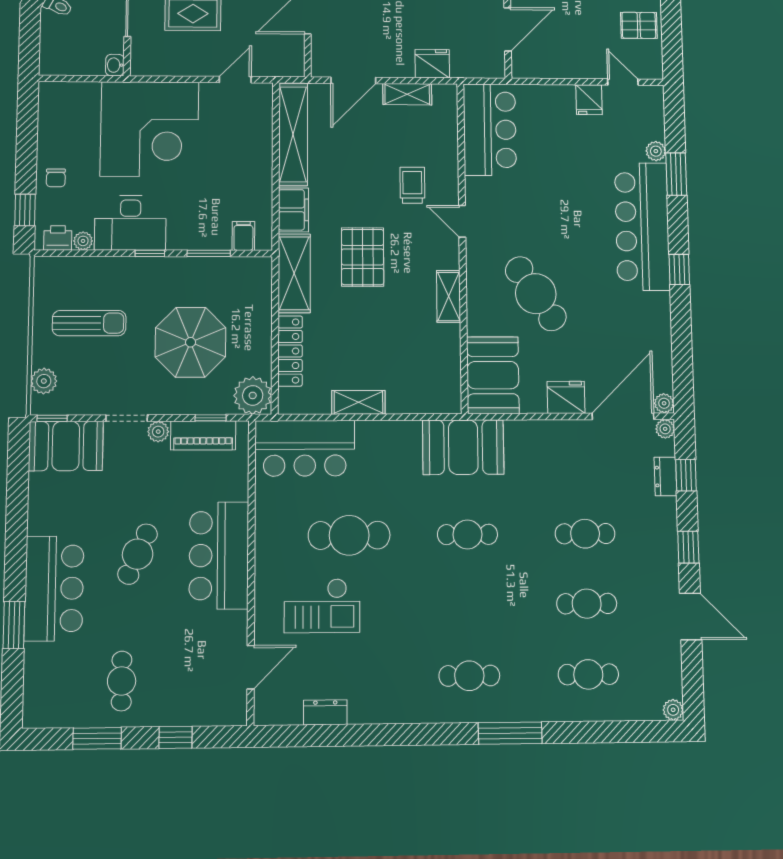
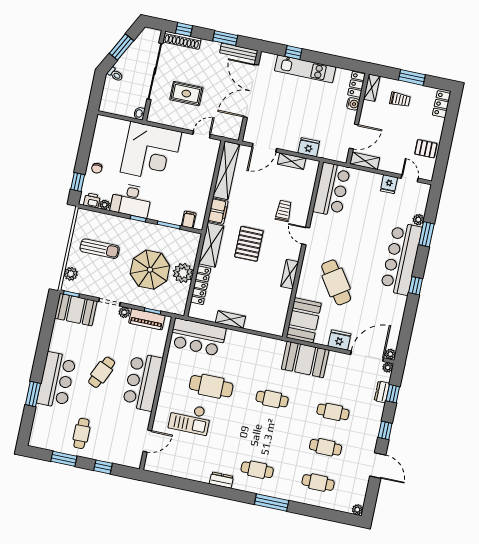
shelving: (537, 68) -> (365, 161), added
plant: (253, 395) -> (183, 273), moved
booth: (463, 447) -> (305, 360), moved
dresser: (325, 712) -> (221, 480), moved

